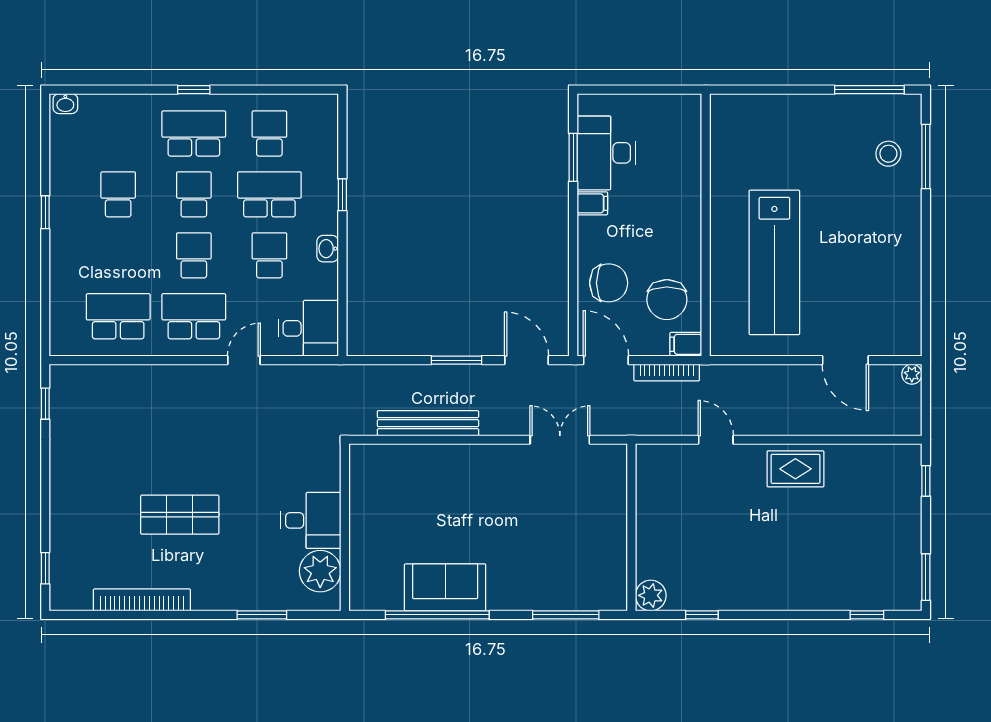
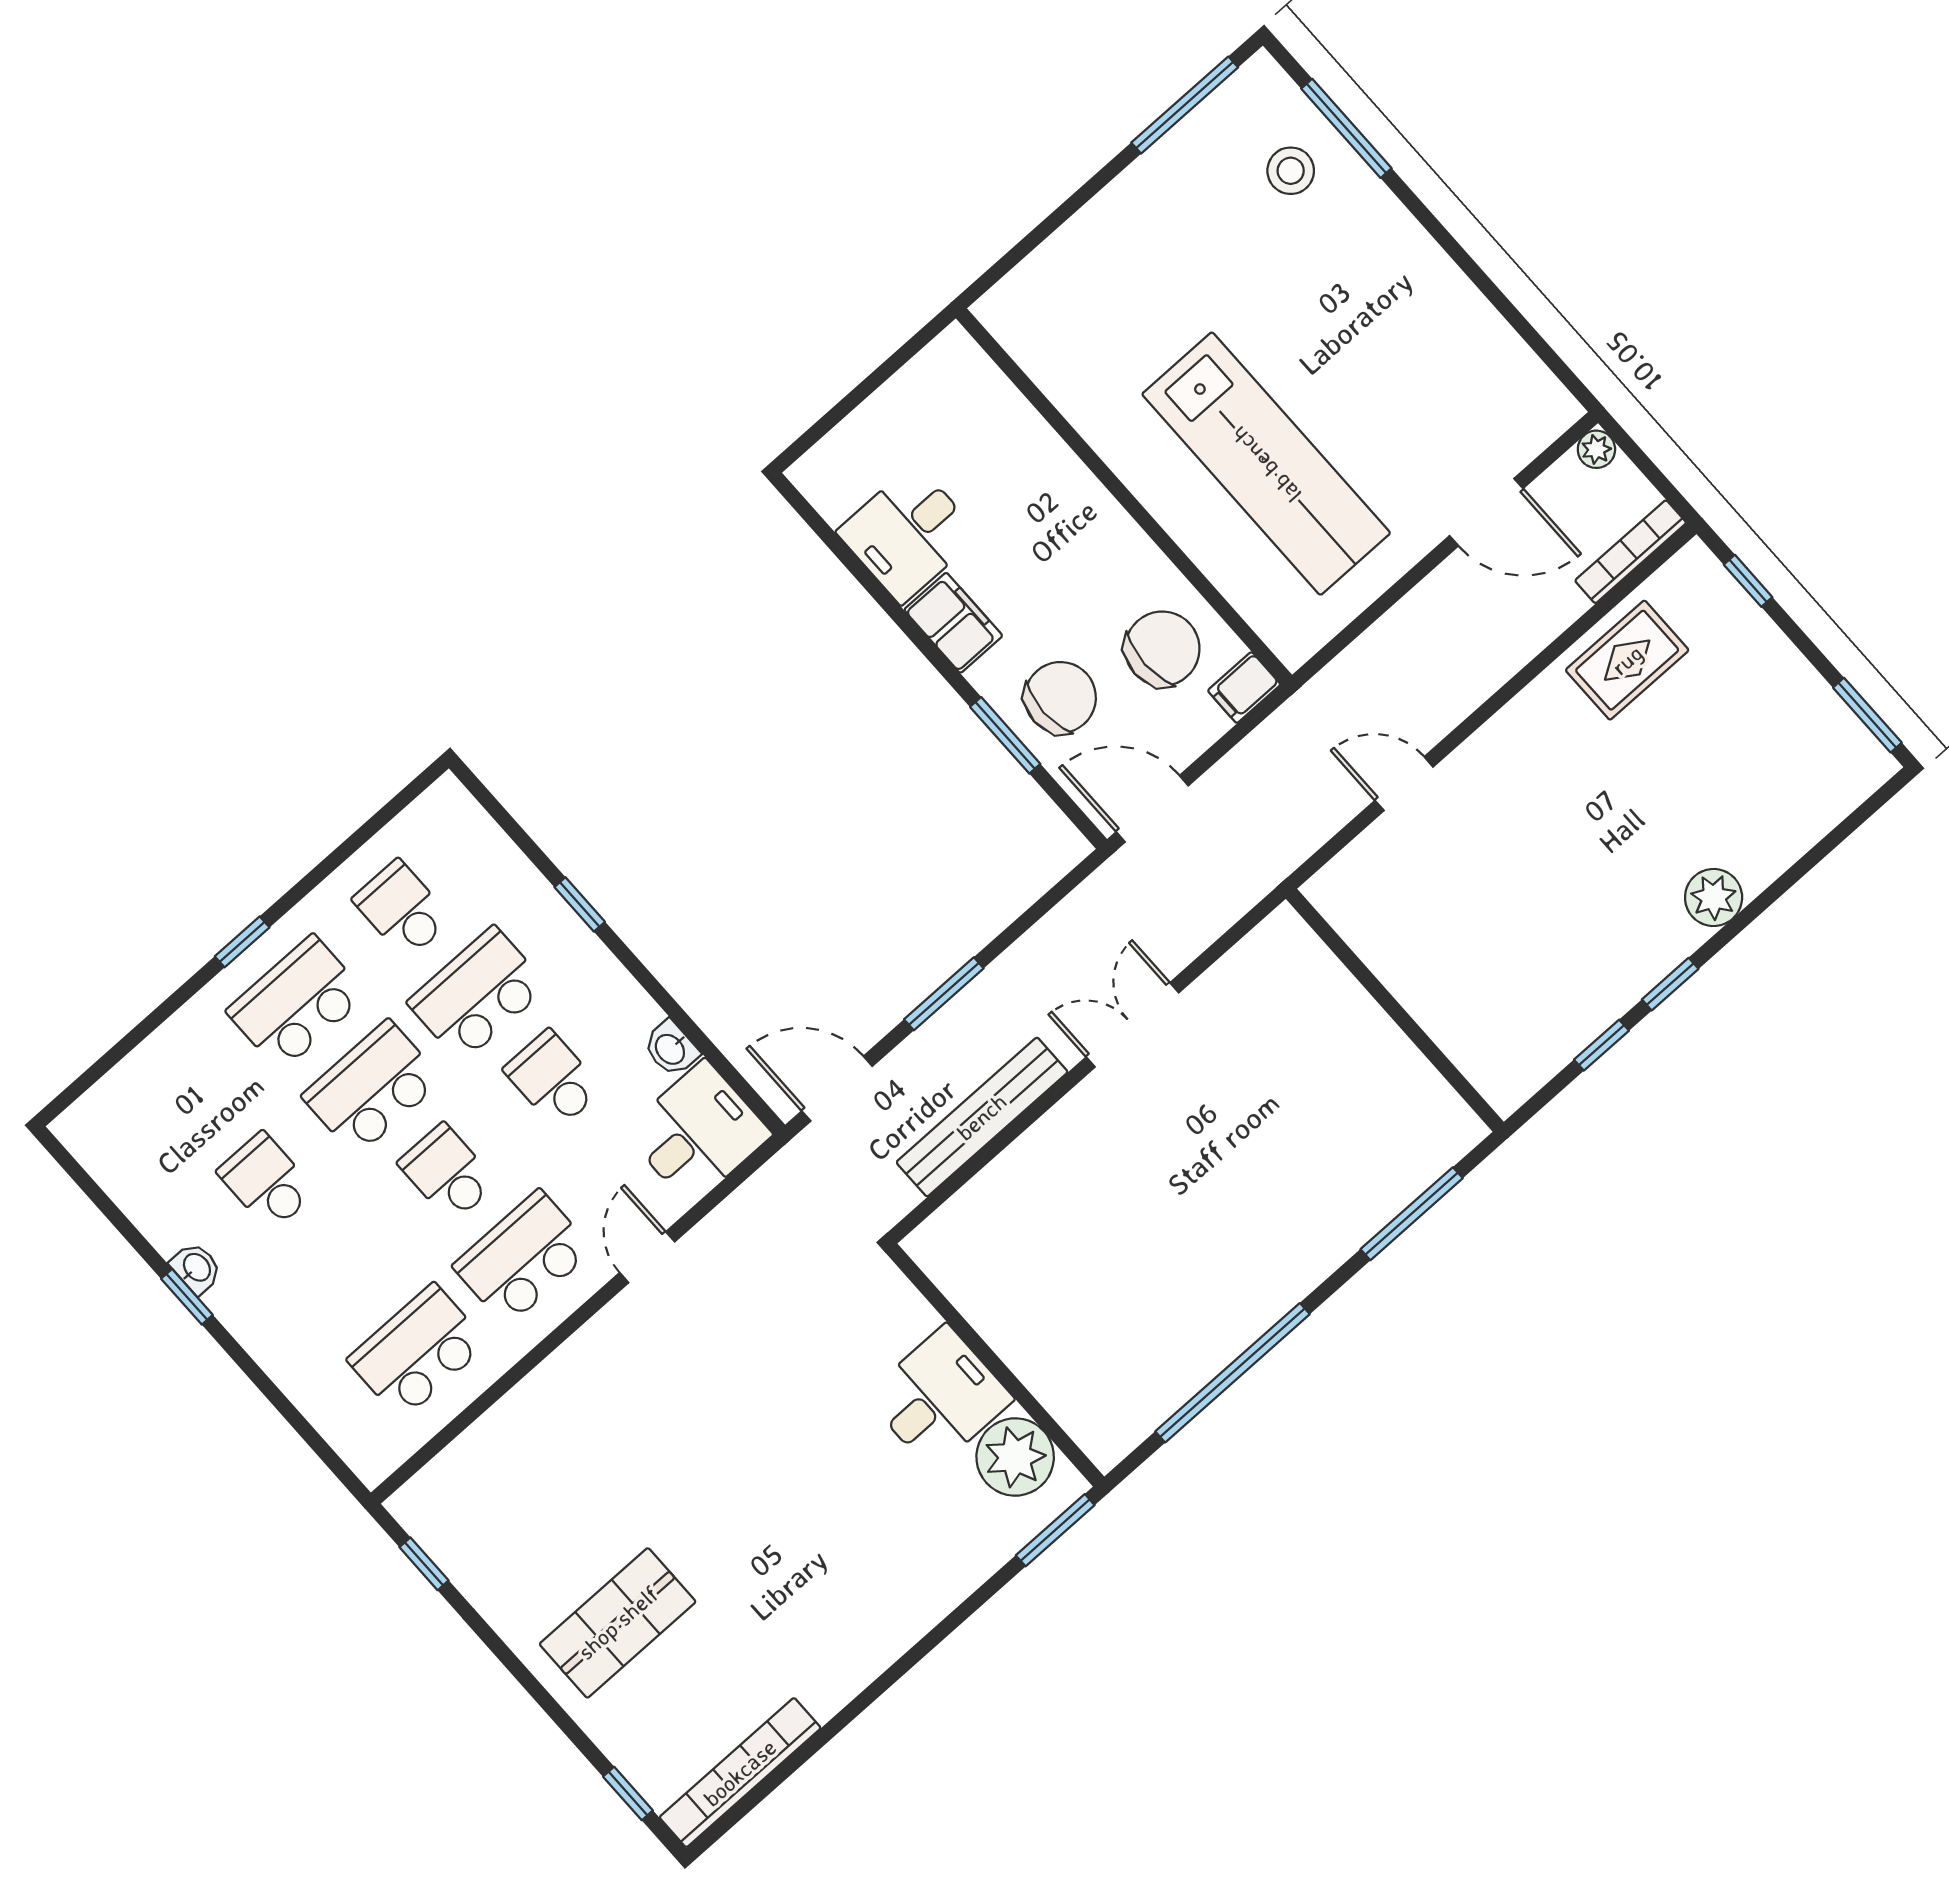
washbasin: (65, 104) -> (196, 1268), moved, turned -90
desk: (606, 153) -> (908, 533), width x0.73
window: (573, 157) -> (1005, 735), moved
school desk: (194, 194) -> (372, 1088), width x1.85
filing cabinet: (592, 203) -> (953, 623), width x2.00
washbasin: (328, 249) -> (671, 1049), moved
chair: (667, 300) -> (1162, 649), turned -90
door: (527, 360) -> (837, 1089), moved
bookcase: (667, 373) -> (1631, 552), moved, turned 180
double door: (560, 440) -> (1132, 1025), moved
rug: (795, 469) -> (1627, 660), moved
shop shelf: (180, 515) -> (618, 1623), moved
sofa: (445, 587) -> (1209, 1325), removed
plant: (651, 595) -> (1714, 897), moved
bookcase: (142, 600) -> (740, 1773), moved
window: (262, 615) -> (1055, 1530), moved
window: (867, 615) -> (1670, 984), moved

